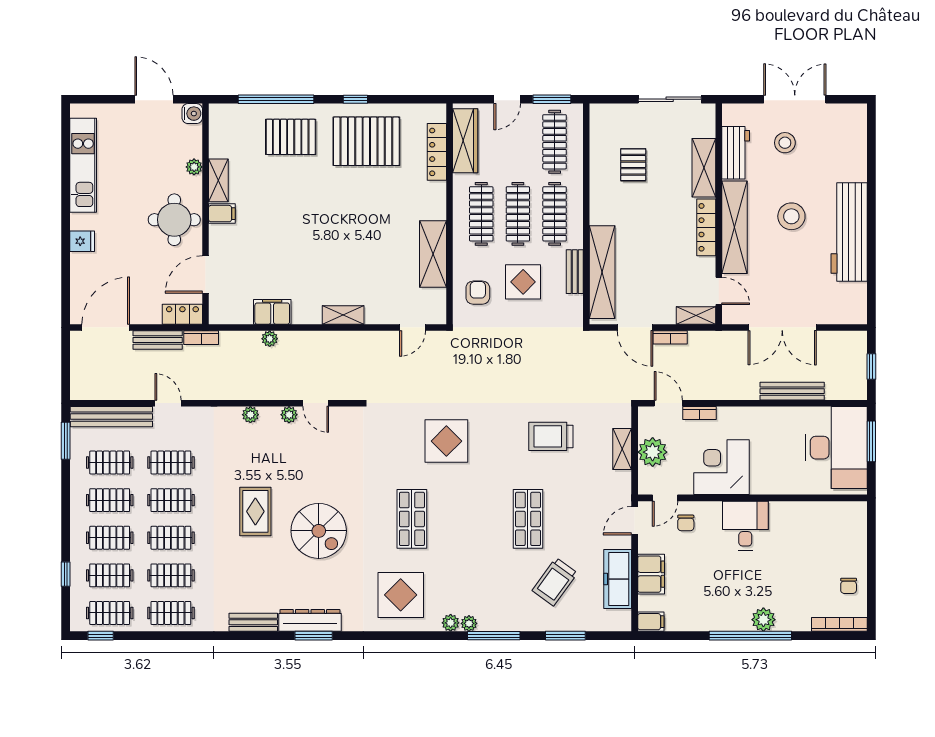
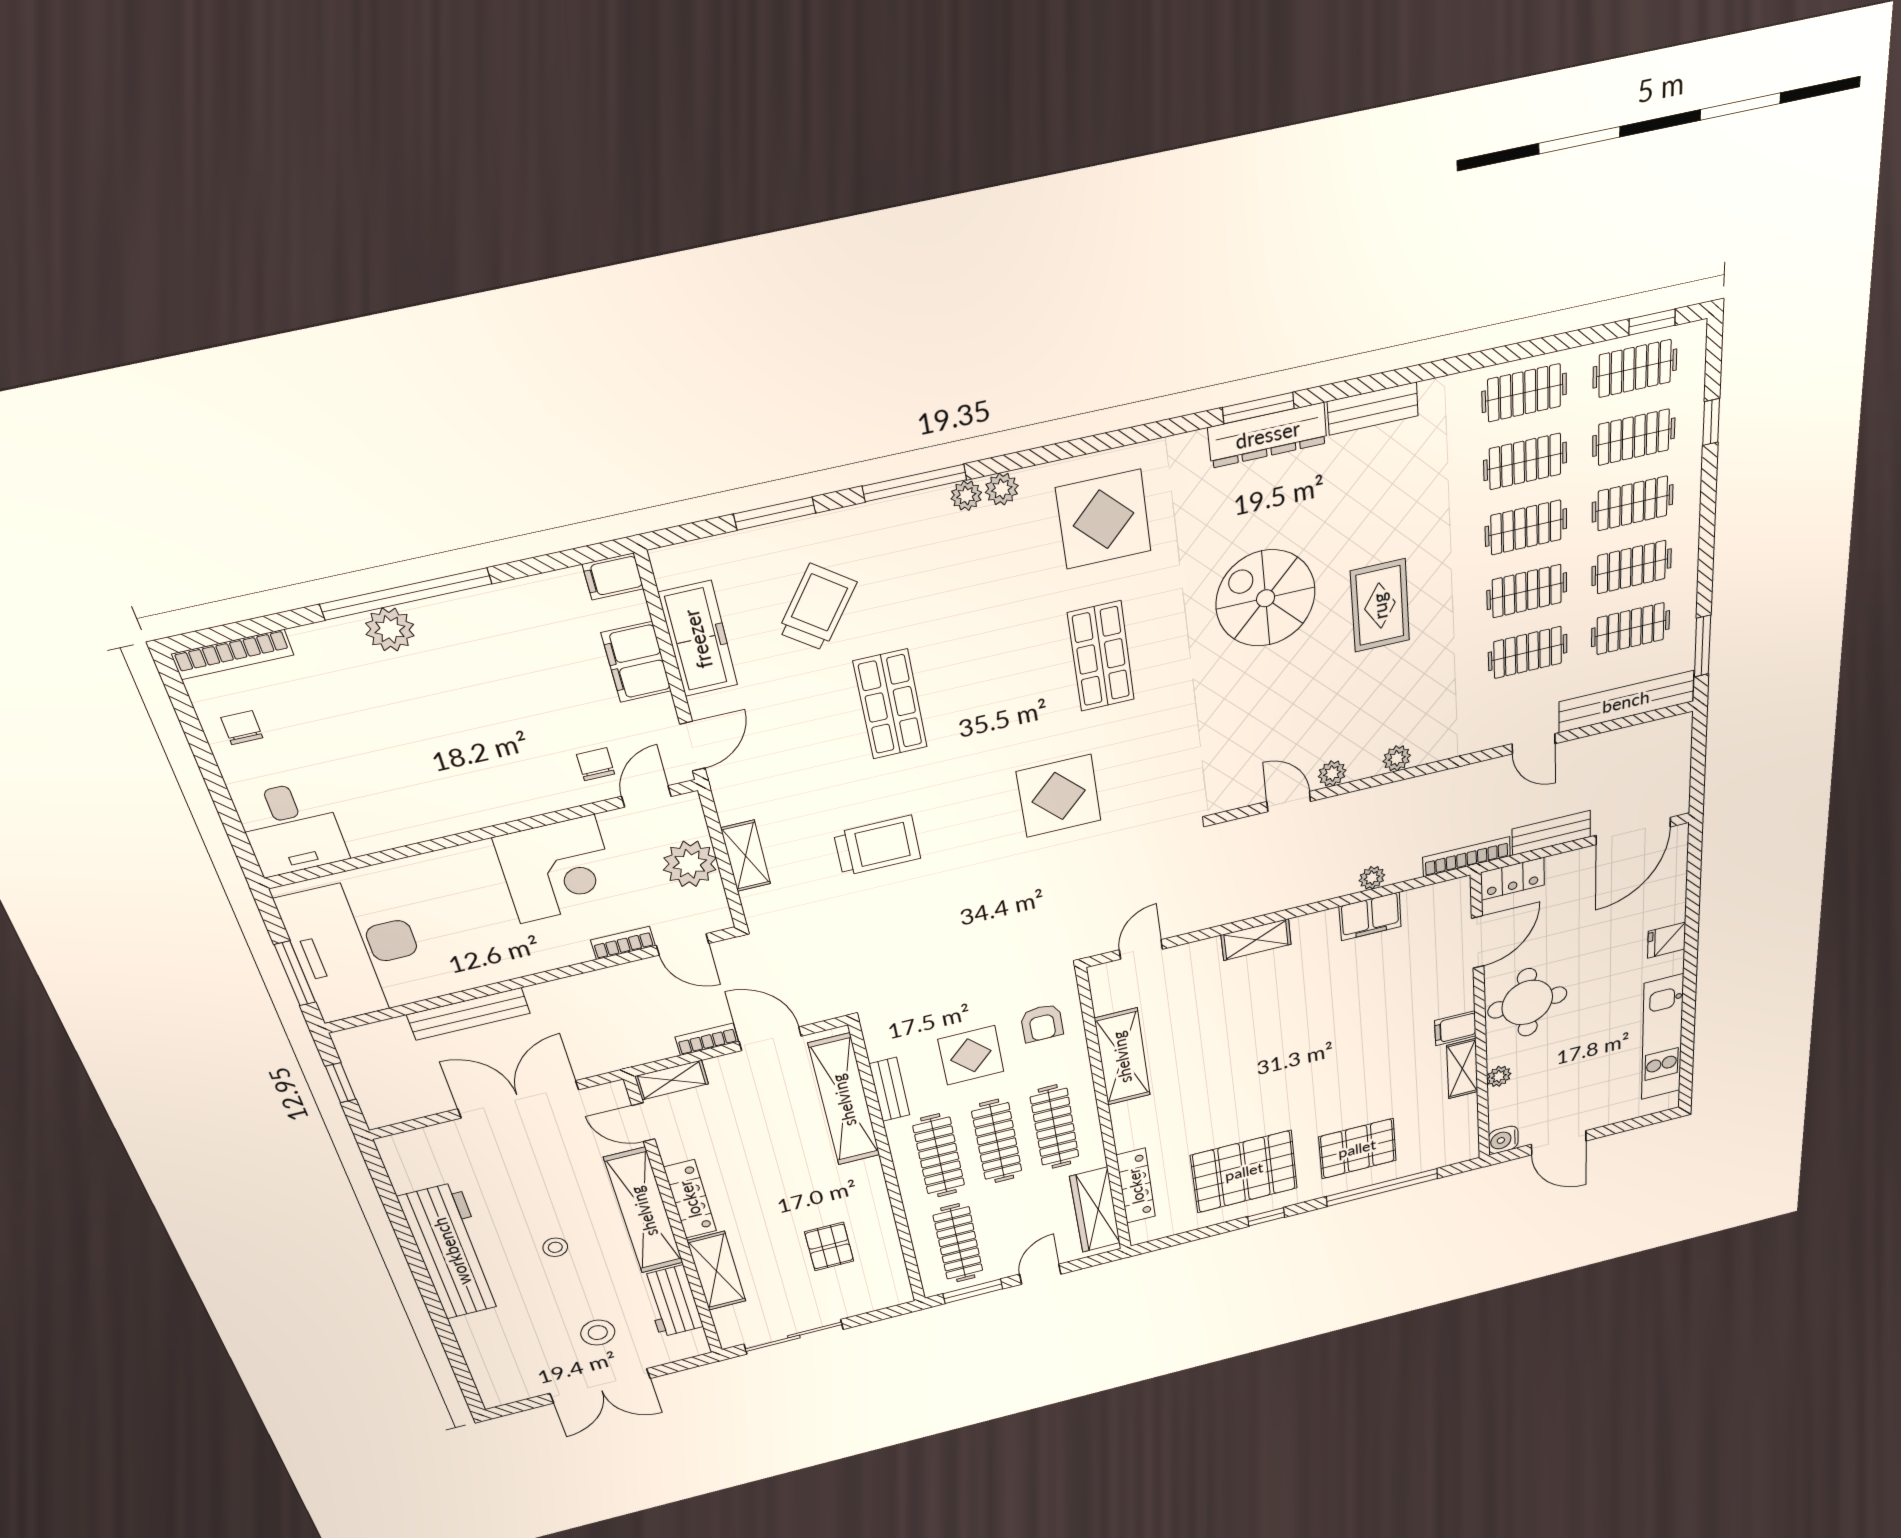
stool: (791, 216) -> (555, 1247), width x0.53, depth x0.53
bookcase: (201, 338) -> (1467, 857), width x1.56
desk: (745, 526) -> (291, 829), moved

